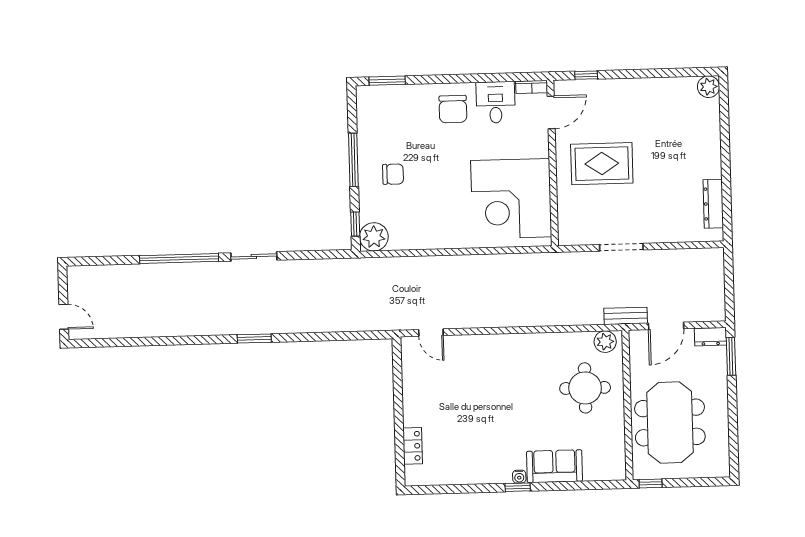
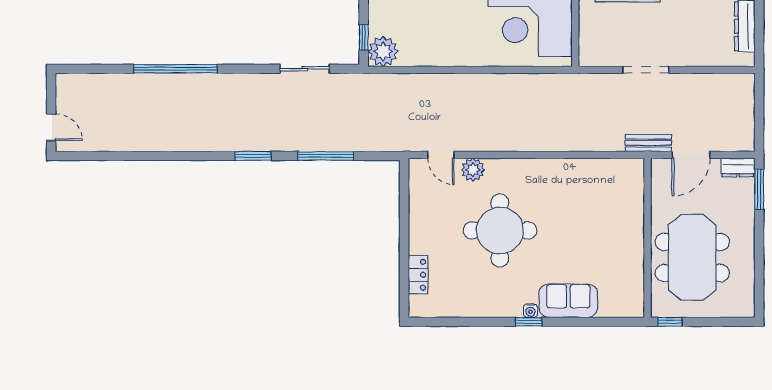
sliding door: (254, 256) -> (305, 69), moved
window: (323, 337) -> (326, 156), added
plant: (605, 342) -> (473, 170), moved
round table: (585, 388) -> (500, 230), moved, width x1.36, depth x1.36

